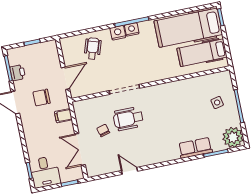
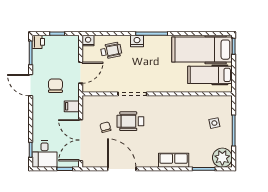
nightstand: (132, 29) -> (88, 41), moved
wheelchair: (93, 48) -> (111, 51), turned 61
printer: (18, 73) -> (38, 42), moved
chair: (42, 98) -> (55, 86), turned 90
row of seats: (195, 148) -> (174, 160), moved
double door: (80, 149) -> (81, 140), width x1.37
door: (130, 171) -> (122, 169), width x1.88

